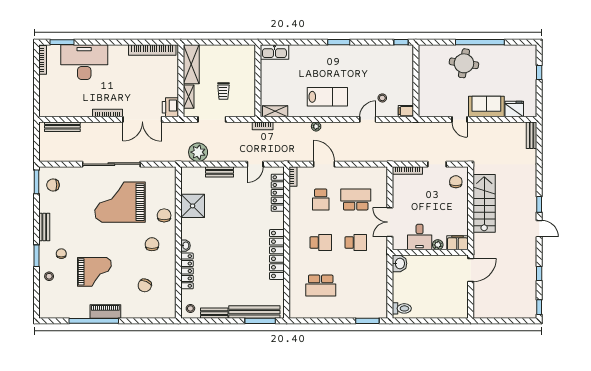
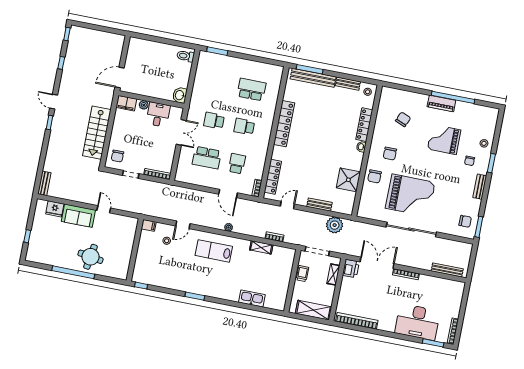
shelving: (191, 64) -> (314, 310), moved, turned 90
wall: (258, 81) -> (292, 281), moved

